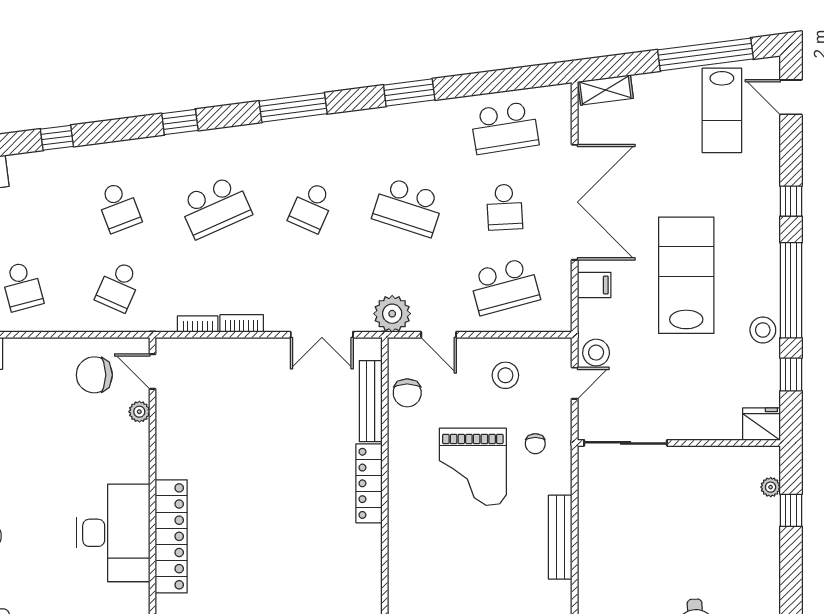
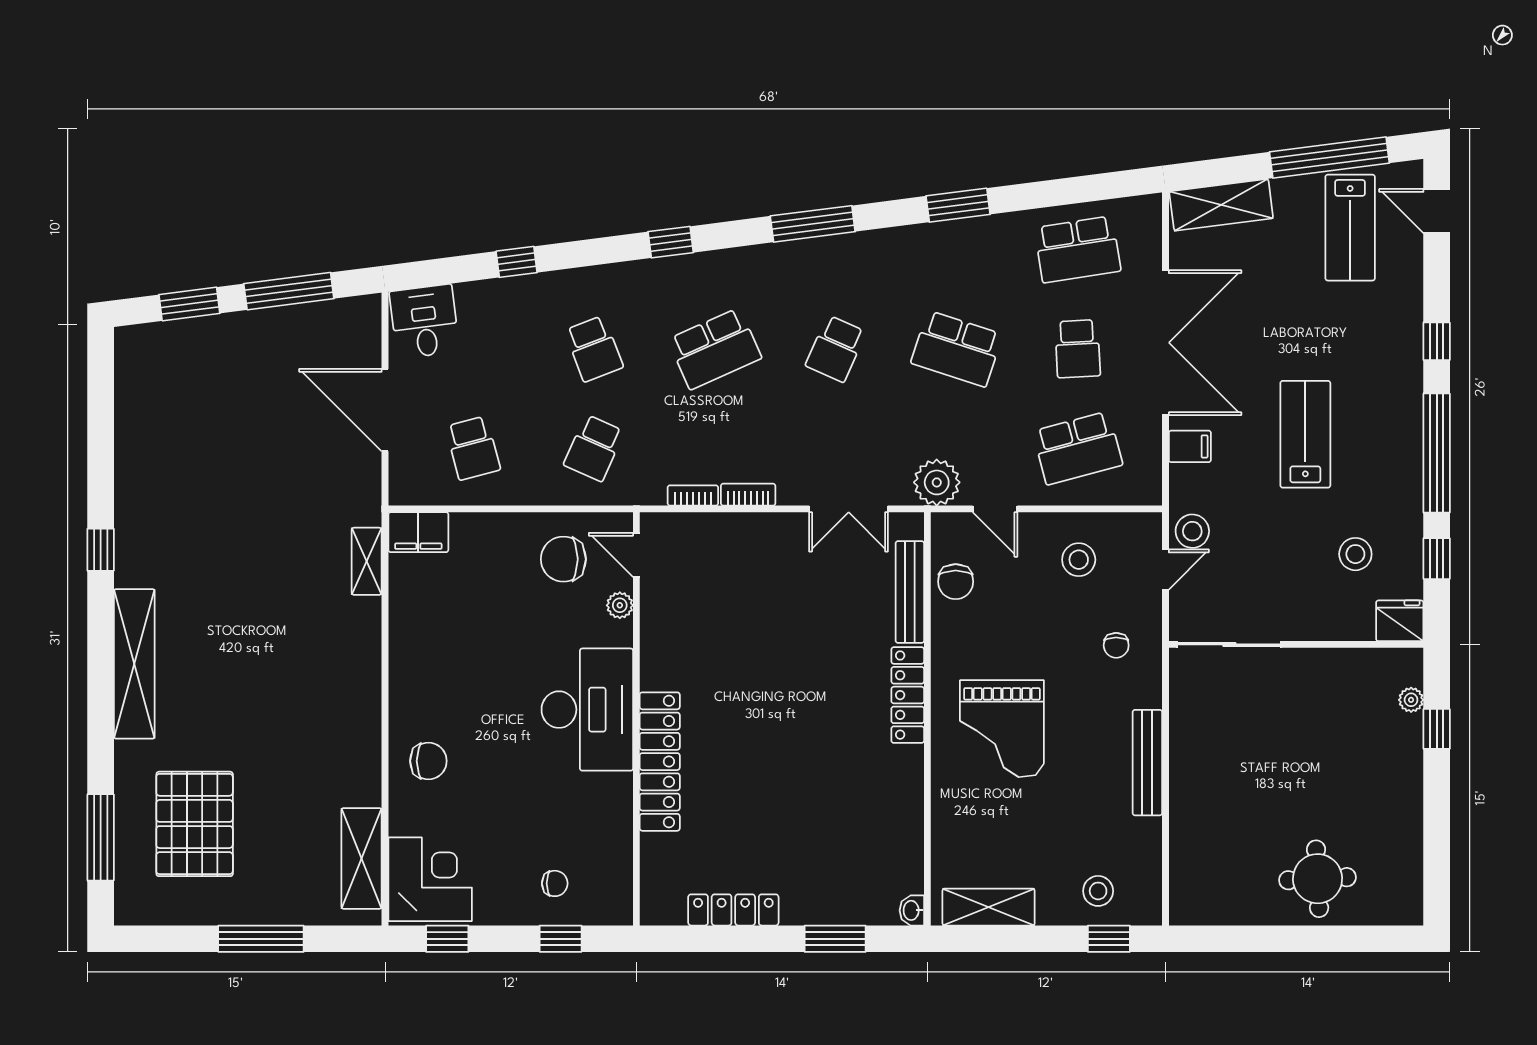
shelving: (605, 90) -> (1221, 205), width x1.50, depth x1.33
lab bench: (686, 275) -> (1305, 434), width x0.73, depth x0.72
stool: (763, 330) -> (1355, 554), moved
grand piano: (473, 467) -> (1002, 729), moved
desk: (113, 533) -> (587, 710), moved

